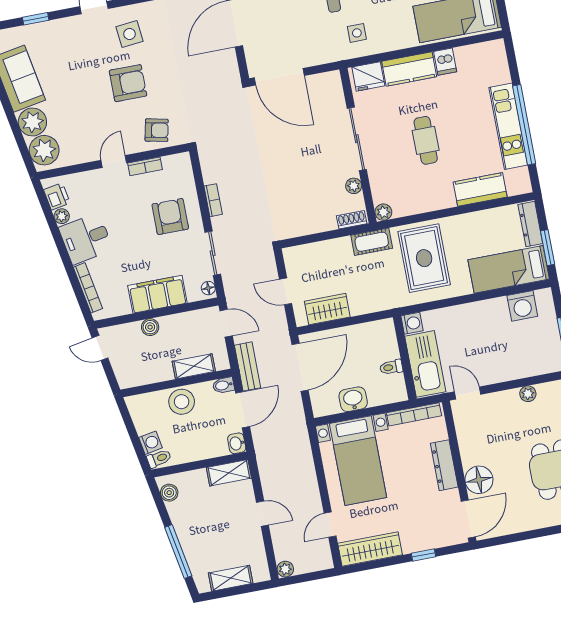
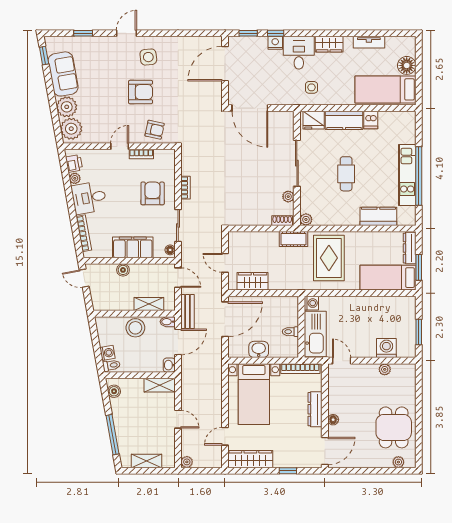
washing machine: (522, 306) -> (386, 348), moved, turned 180
floor lamp: (479, 480) -> (333, 420), width x0.53, depth x0.53

